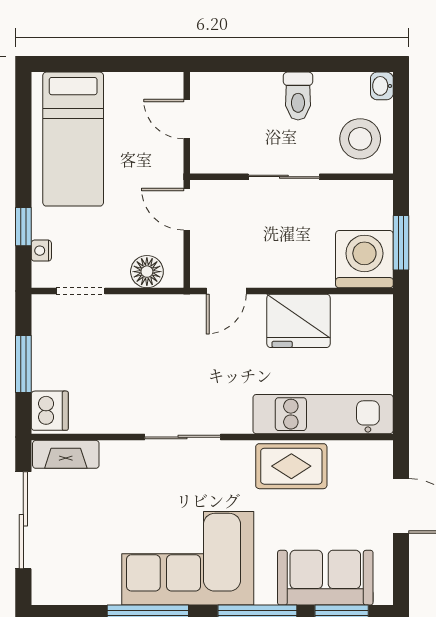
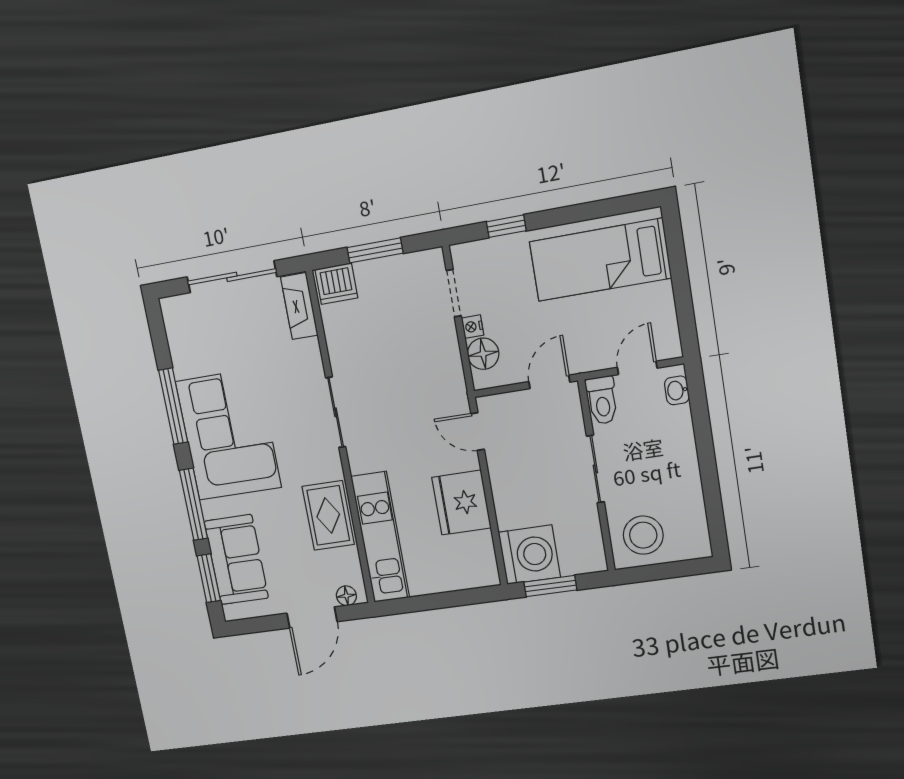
washbasin: (382, 86) -> (677, 390), moved, turned -90
toilet: (298, 96) -> (602, 400), moved, turned -90
nightstand: (41, 251) -> (472, 327), moved, turned -90
floor lamp: (382, 463) -> (346, 596), added

